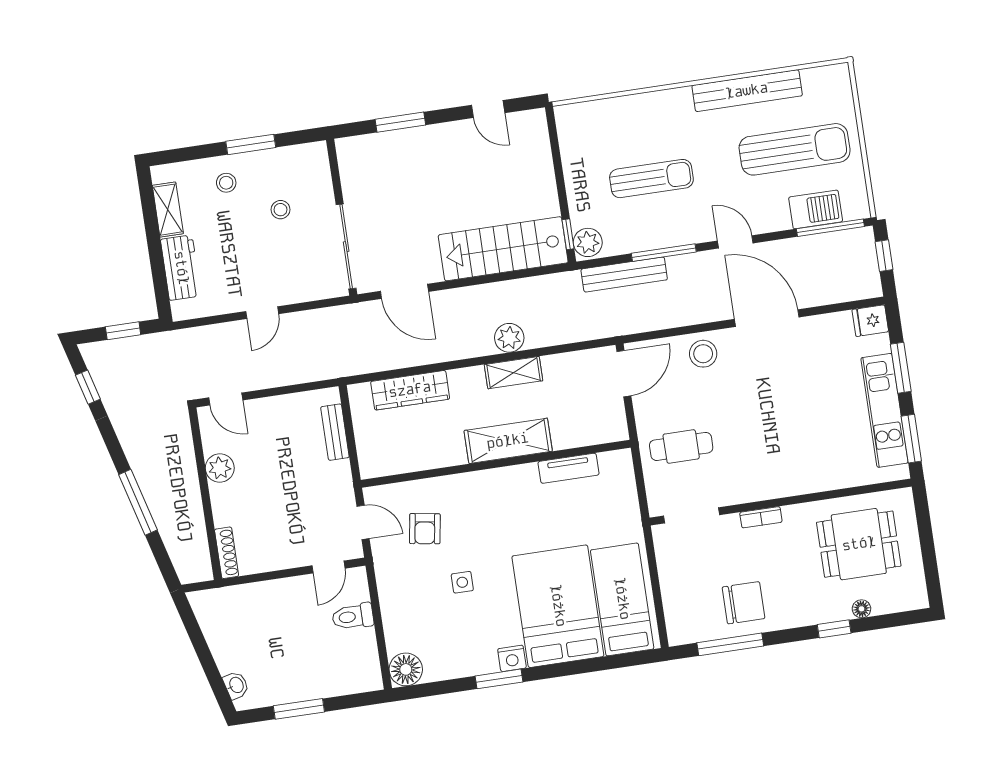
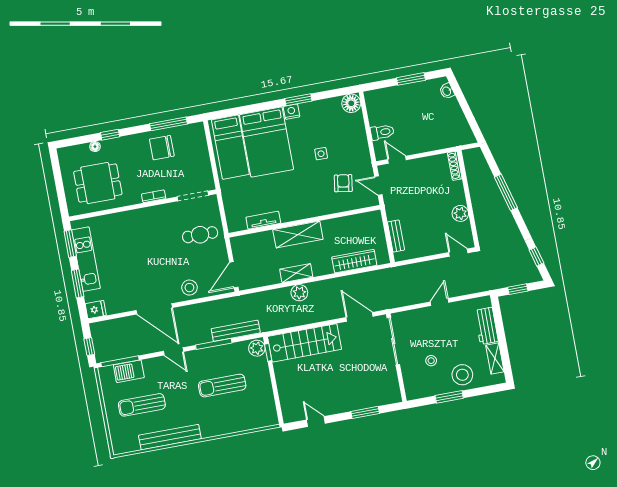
sun lounger: (795, 149) -> (142, 405), width x0.73, depth x0.75
stool: (226, 183) -> (462, 375), width x1.89, depth x1.89
door: (328, 567) -> (397, 160), hinge flipped

